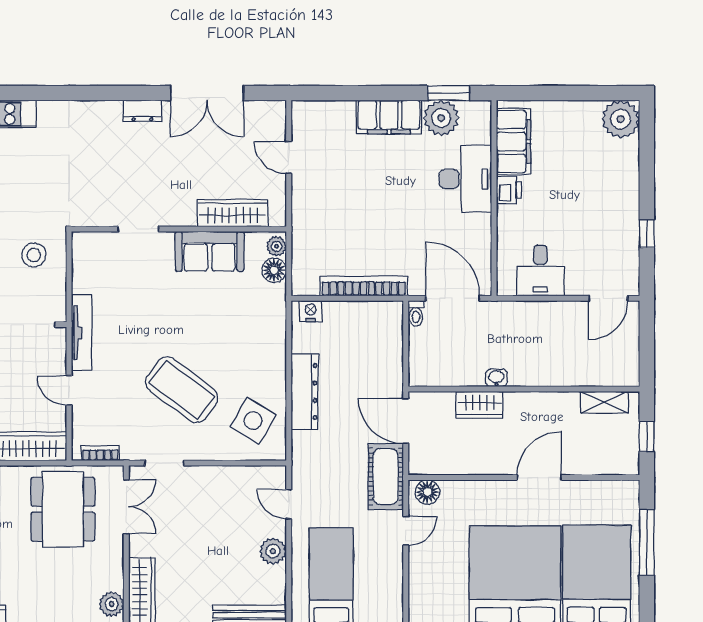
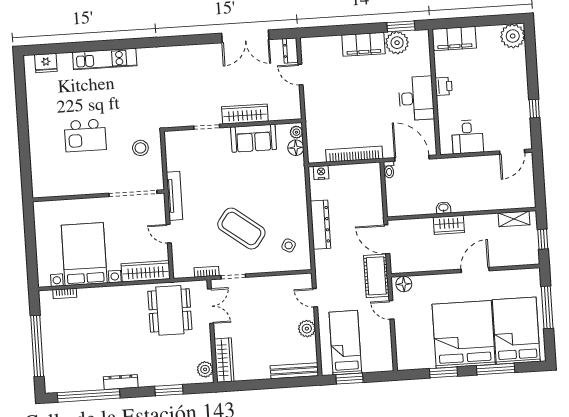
dresser: (142, 111) -> (290, 51), moved, turned 90
filing cabinet: (513, 141) -> (454, 39), moved, turned 90
desk: (465, 179) -> (416, 98), moved
wardrobe: (233, 213) -> (245, 114), moved
wardrobe: (480, 405) -> (449, 225), moved
side table: (253, 421) -> (289, 245), width x0.54, depth x0.54
bookcase: (100, 453) -> (207, 272), moved
door: (406, 531) -> (391, 310), swing flipped

